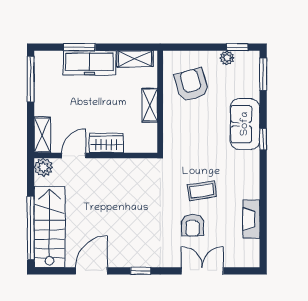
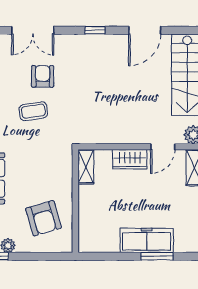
shelving: (135, 59) -> (101, 245), removed
shelving: (150, 105) -> (86, 167), moved

